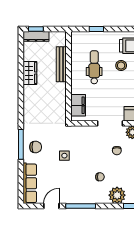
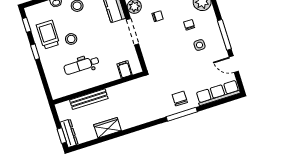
window: (96, 29) -> (35, 52), moved
filing cabinet: (78, 105) -> (125, 69), width x0.50
side table: (64, 156) -> (199, 45), moved

